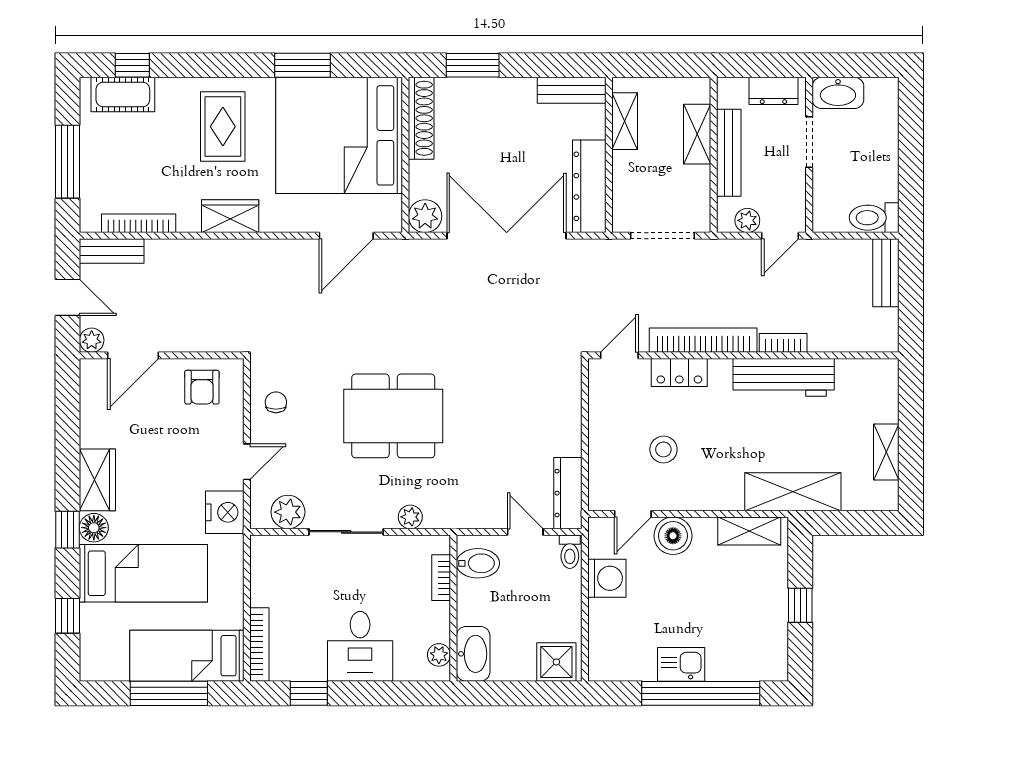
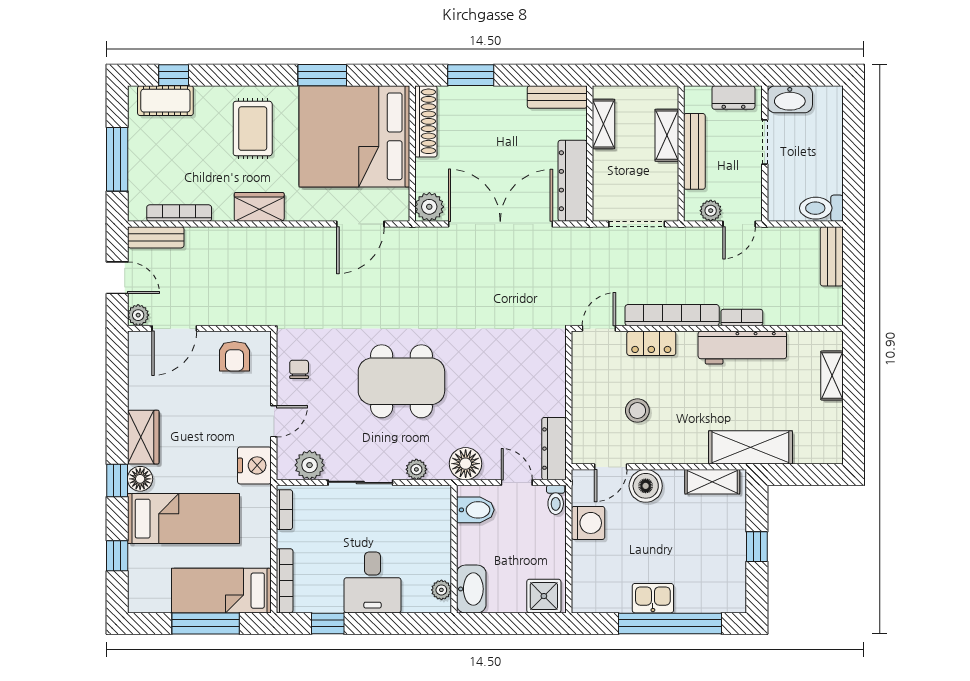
shelving: (886, 452) -> (832, 376), moved
floor lamp: (467, 510) -> (466, 464), added
bookcase: (441, 578) -> (284, 510), moved, turned 180

